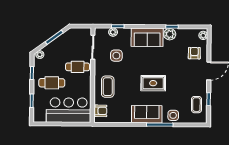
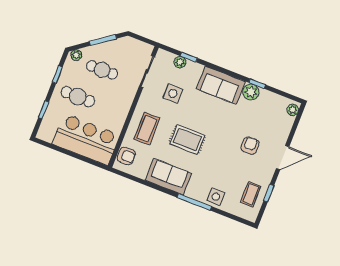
armchair: (194, 53) -> (250, 146), moved
cafe table: (78, 67) -> (102, 70), moved
rug: (153, 83) -> (187, 139), moved
sofa: (147, 114) -> (168, 177), moved

